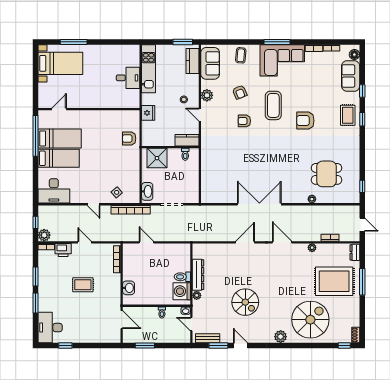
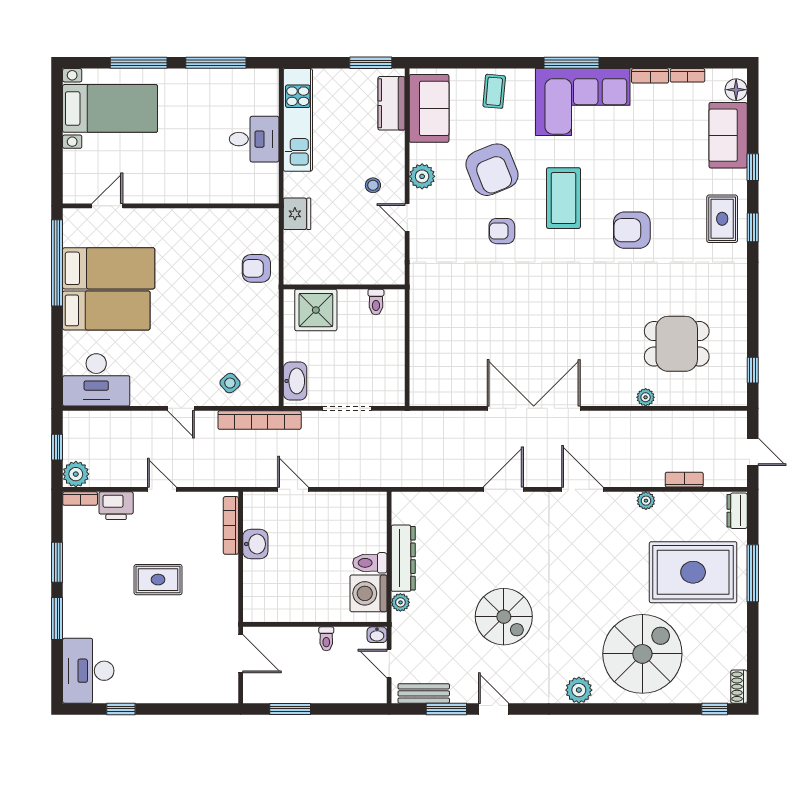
window: (110, 42) -> (216, 63), added
armchair: (240, 92) -> (492, 170), width x1.88, depth x1.88
kitchen counter: (187, 140) -> (380, 272), removed
washbasin: (129, 288) -> (255, 544), moved

